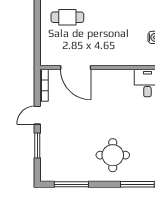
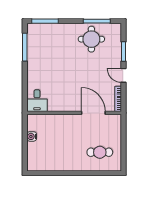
door: (37, 115) -> (123, 75), swing flipped
round table: (113, 155) -> (91, 39), moved

